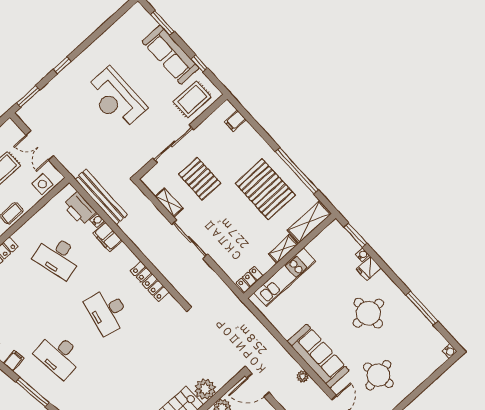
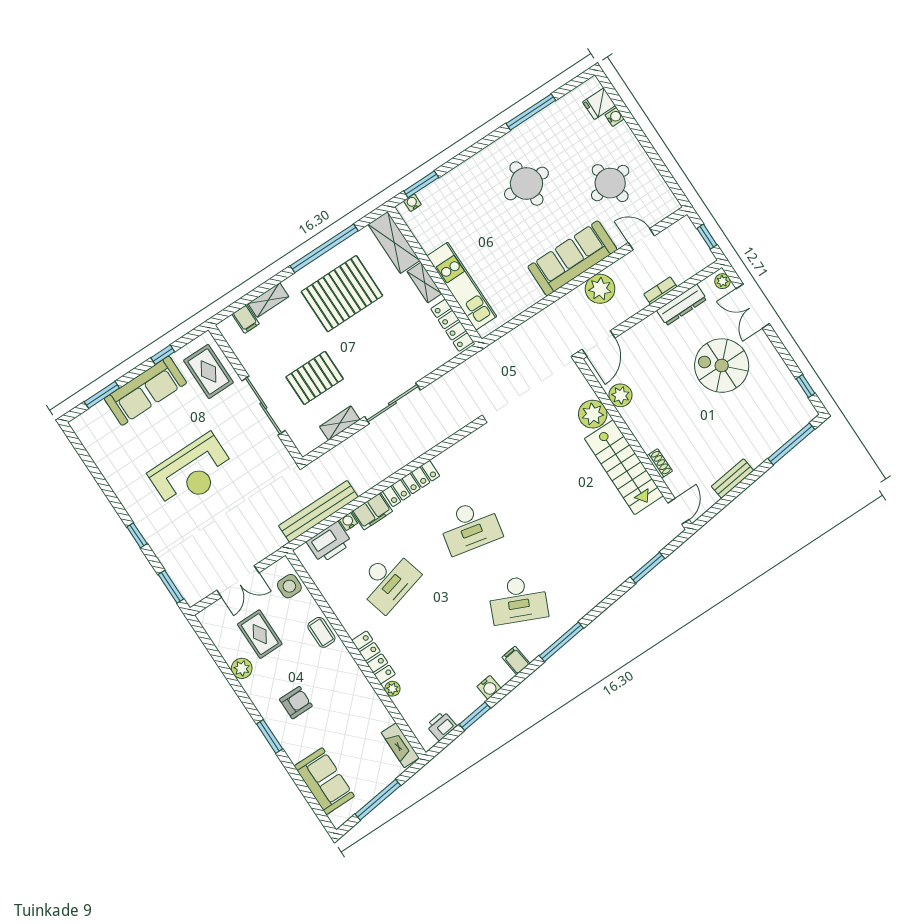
shelving: (252, 135) -> (268, 300), added
water cooler: (363, 255) -> (412, 203), moved
fridge: (369, 268) -> (599, 104), moved, turned 90
locker: (249, 279) -> (452, 325), width x1.53
locker: (150, 281) -> (411, 484), moved
water cooler: (450, 351) -> (615, 117), moved
desk: (59, 355) -> (518, 600), turned 30
plant: (303, 376) -> (600, 289), width x1.88, depth x1.88

